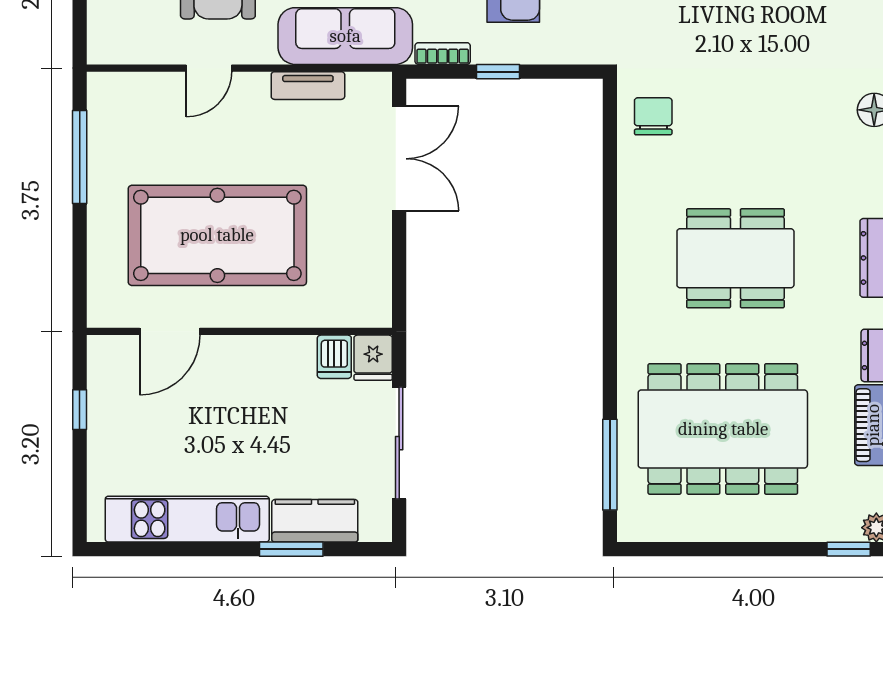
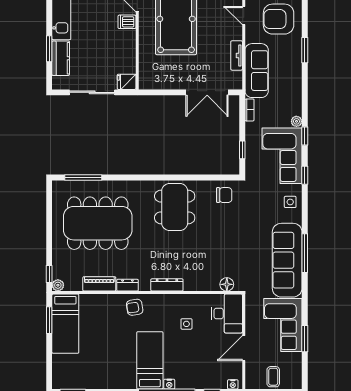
window: (498, 72) -> (242, 150), moved
dining table: (735, 258) -> (175, 207), moved
dishwasher: (334, 357) -> (127, 22), moved
dining table: (723, 429) -> (98, 223), turned 90

